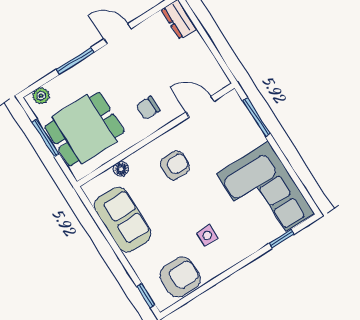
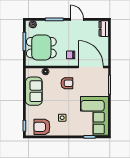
door: (200, 107) -> (91, 67), width x1.88
armchair: (180, 277) -> (42, 127), turned 180

